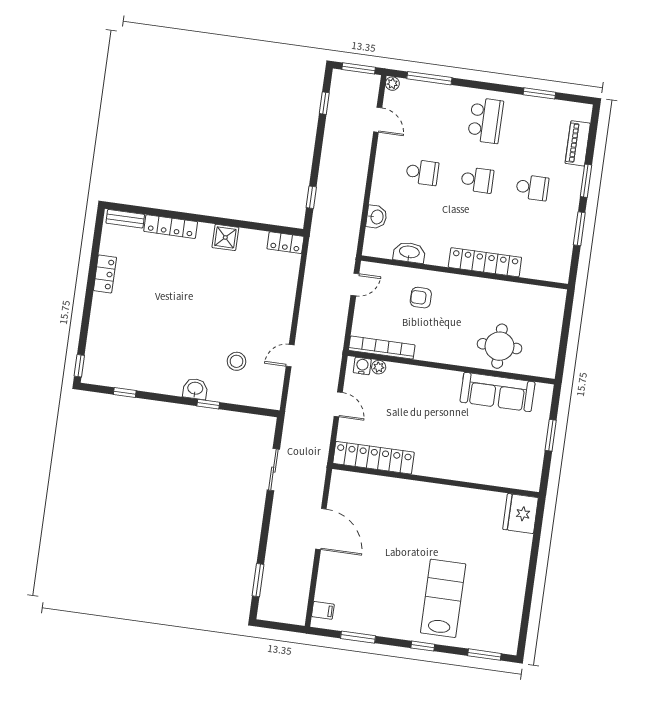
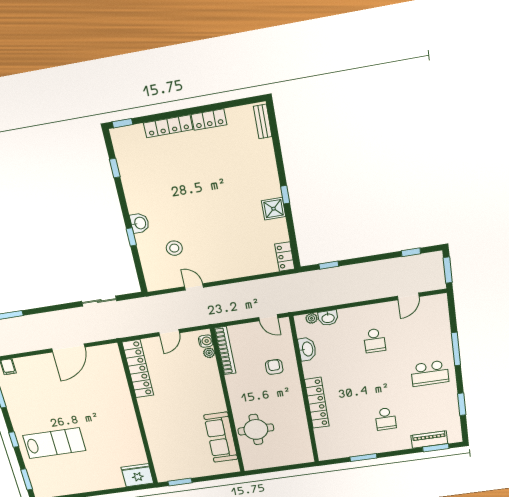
window: (429, 78) -> (456, 349), moved
plant: (392, 84) -> (311, 318), moved
school desk: (477, 180) -> (380, 380), removed
window: (586, 181) -> (436, 448), moved
window: (213, 220) -> (285, 195), added
locker: (171, 227) -> (168, 126), moved, turned -90
window: (551, 435) -> (180, 482), moved

